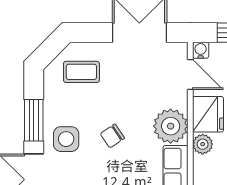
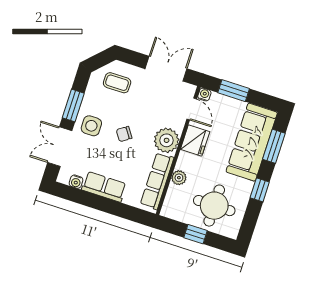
plant: (203, 144) -> (179, 178), moved

